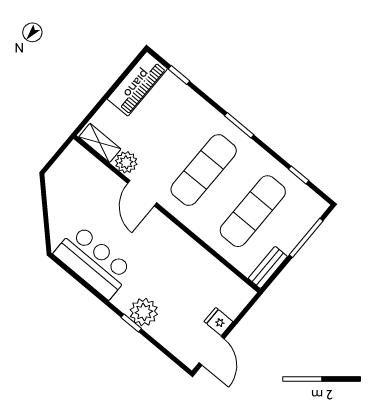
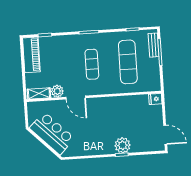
exercise mat: (204, 170) -> (92, 64), width x0.73, depth x0.69
bar counter: (93, 262) -> (52, 133), moved, turned 45
bench: (268, 267) -> (154, 45), moved
fridge: (218, 322) -> (155, 99), moved

